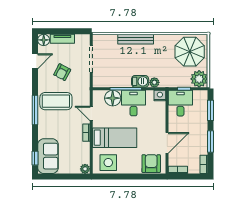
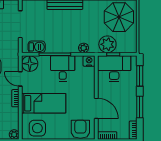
plant: (199, 79) -> (107, 44), moved
barbecue: (140, 81) -> (37, 47), moved
floor lamp: (113, 98) -> (30, 64), moved
desk: (180, 103) -> (114, 69), width x1.37
door: (167, 143) -> (96, 108), hinge flipped

